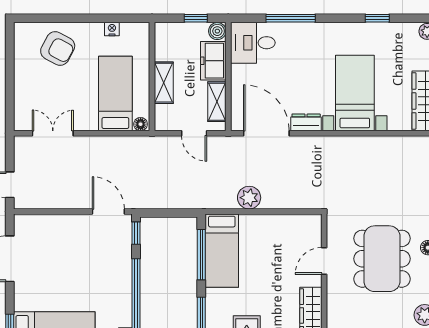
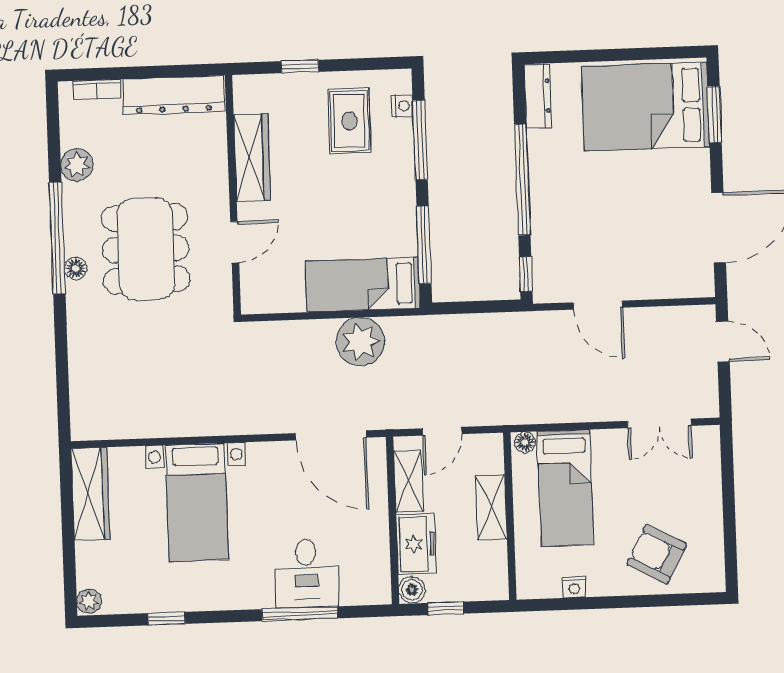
desk: (253, 43) -> (306, 573), moved, turned 90
dresser: (306, 122) -> (270, 454), removed
door: (194, 133) -> (442, 431), swing flipped
plant: (249, 198) -> (360, 342), width x1.36, depth x1.36
door: (108, 211) -> (598, 305), moved
bed: (222, 251) -> (363, 285), moved, turned -90

